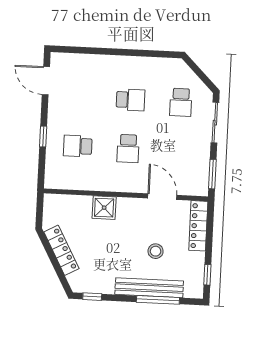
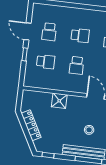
door: (46, 81) -> (27, 31), moved
school desk: (80, 97) -> (49, 32), added
school desk: (78, 146) -> (46, 62), turned 180

